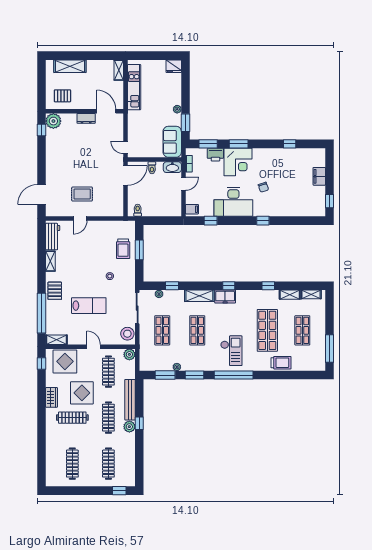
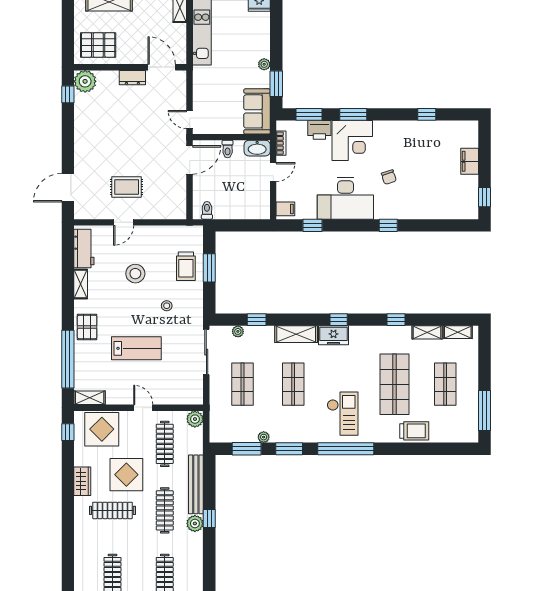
pallet: (62, 96) -> (98, 45), width x1.50, depth x1.42
stool: (127, 334) -> (135, 274), moved

